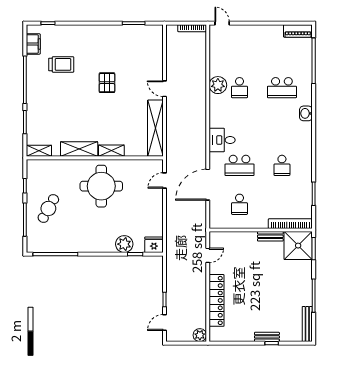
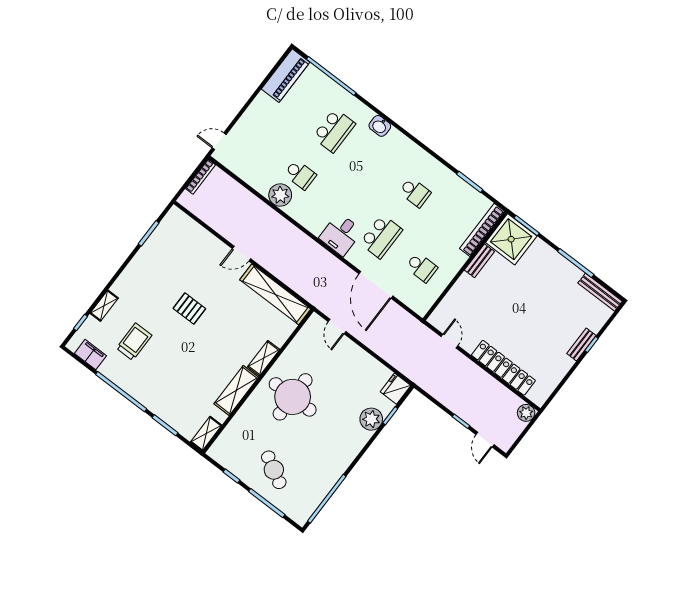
shelving: (69, 30) -> (104, 306), added
piano: (298, 31) -> (286, 76), width x1.37, depth x1.33

